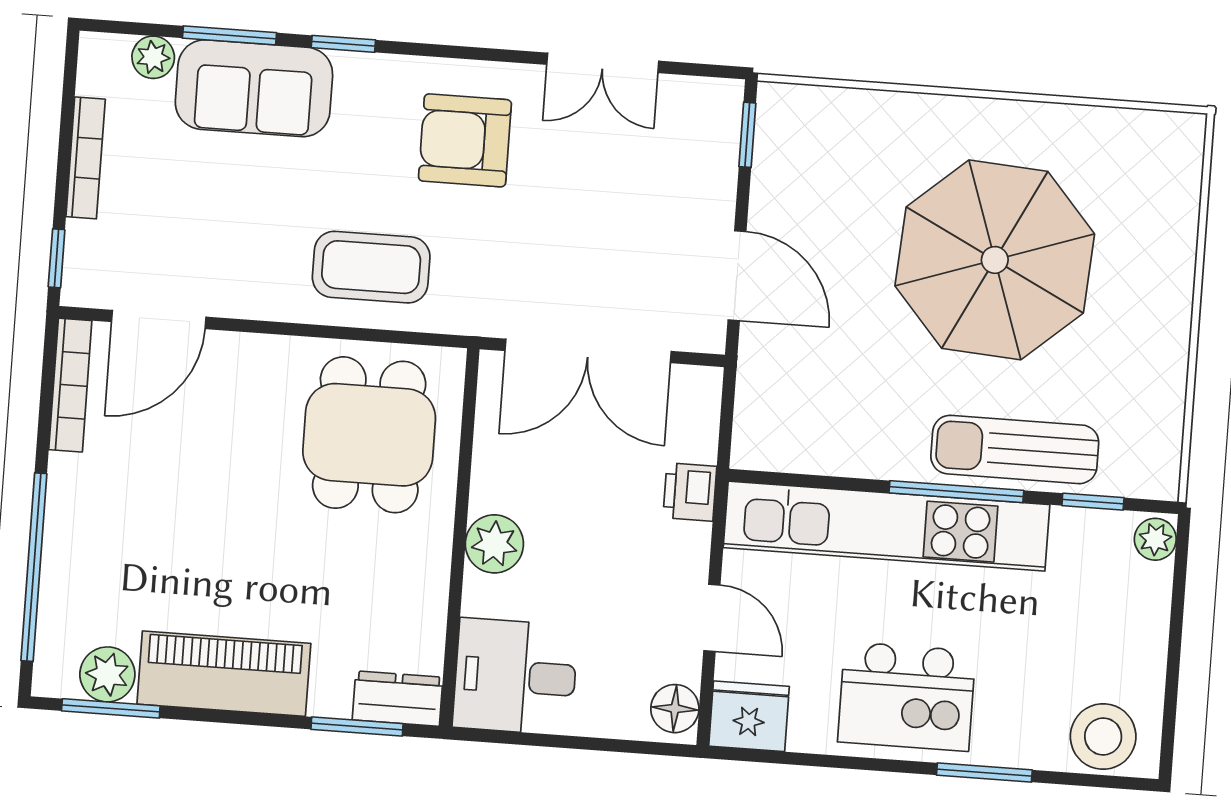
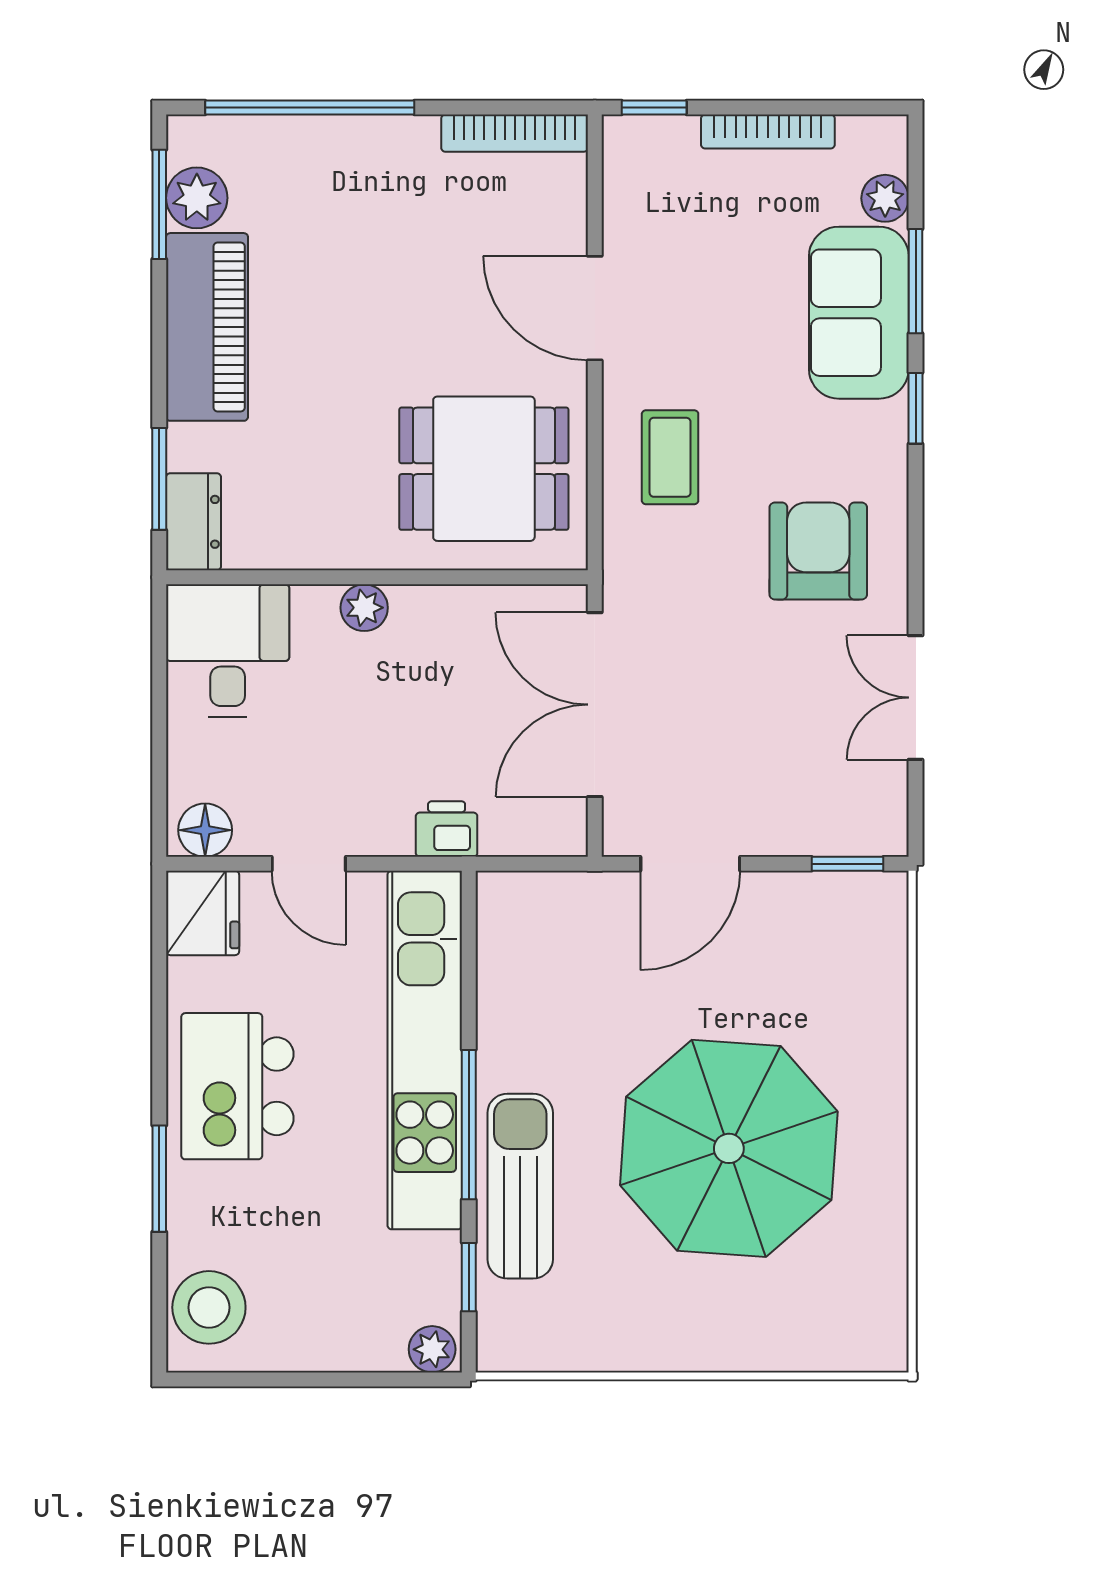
coffee table: (371, 267) -> (670, 457), width x0.73, depth x0.77
door: (159, 319) -> (595, 308), moved
plant: (494, 544) -> (364, 608), width x0.73, depth x0.73
door: (712, 618) -> (309, 864), hinge flipped

